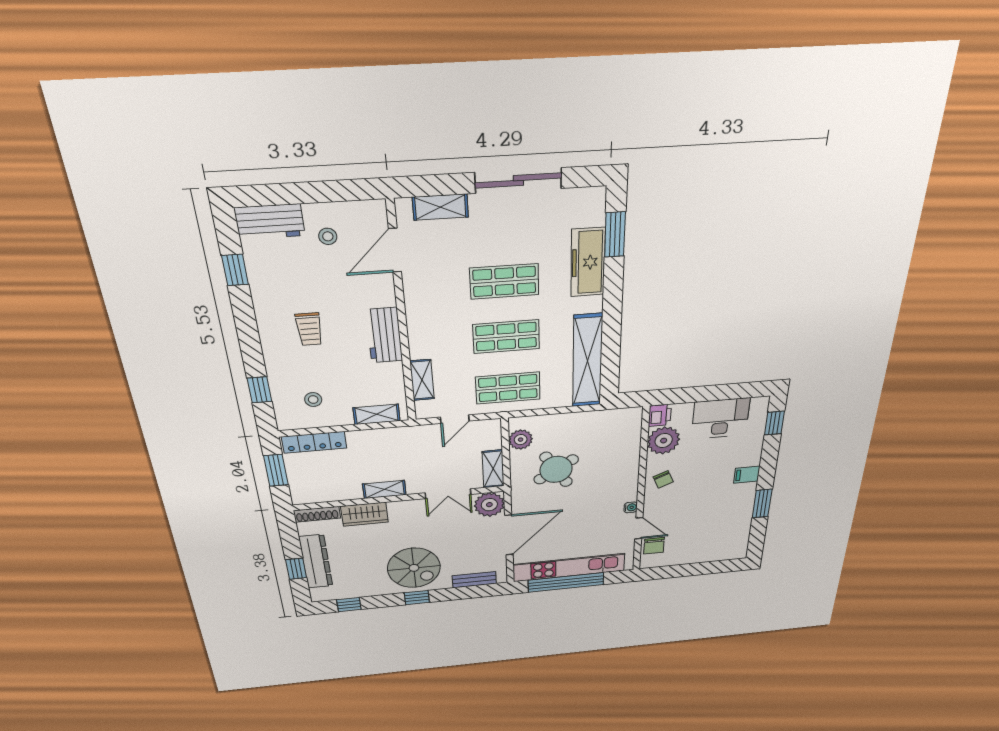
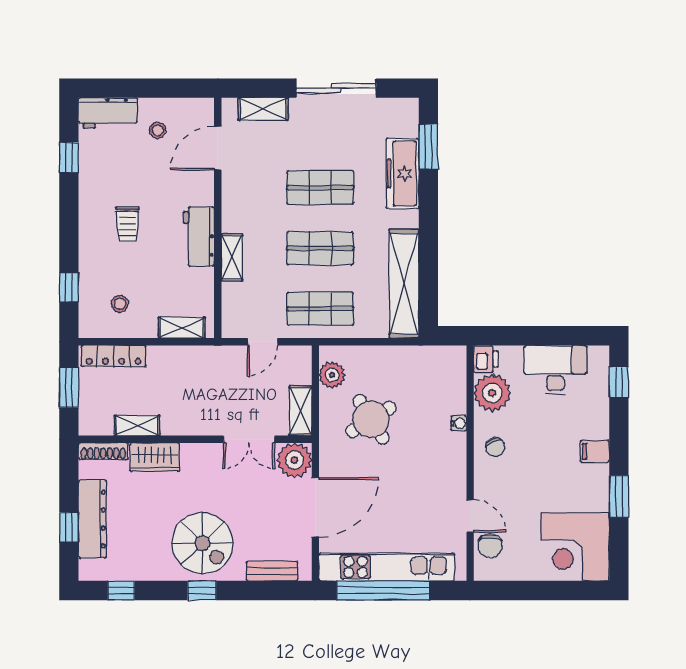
shelving: (422, 380) -> (232, 257), moved
shelving: (384, 489) -> (137, 426), moved
water cooler: (631, 507) -> (459, 423), moved
corner desk: (722, 540) -> (575, 547), added

